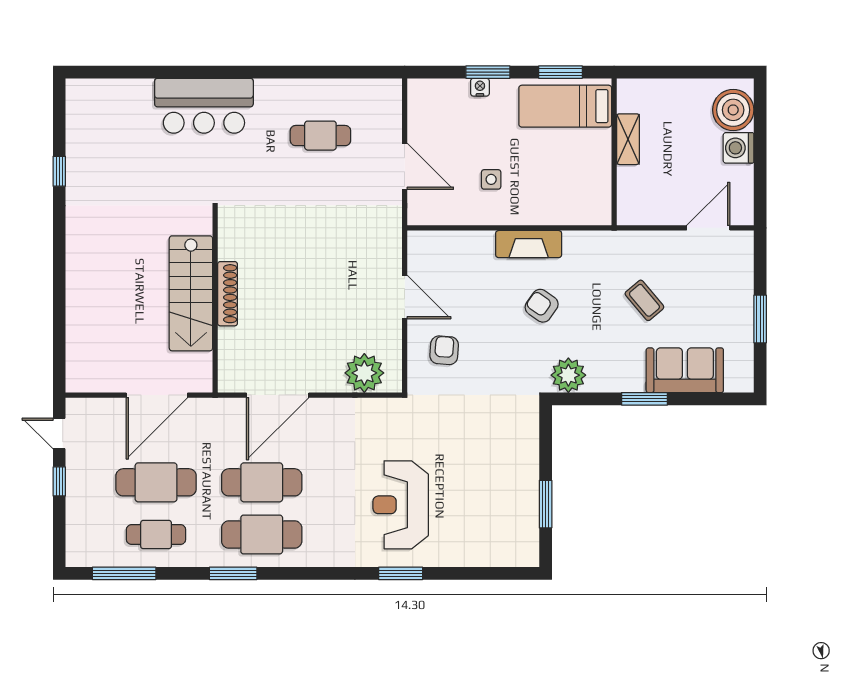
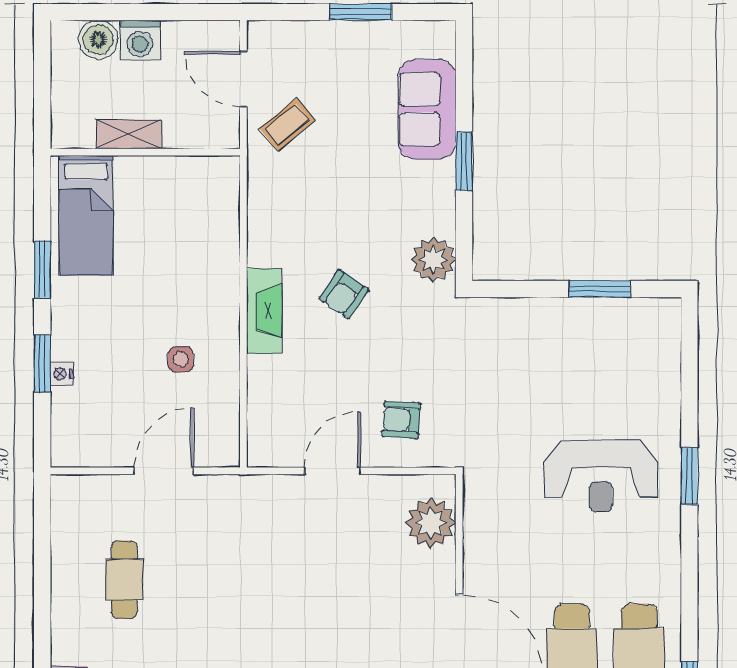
bed: (565, 106) -> (86, 215), moved
boiler: (733, 110) -> (98, 40), width x0.73, depth x0.73
shelving: (628, 139) -> (129, 134), moved
wall: (614, 152) -> (145, 152), moved
coffee table: (644, 300) -> (287, 125), moved

